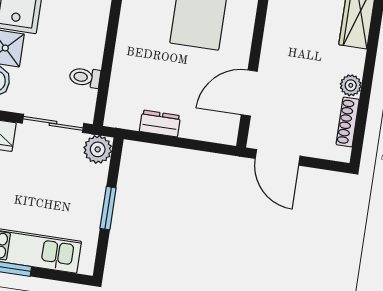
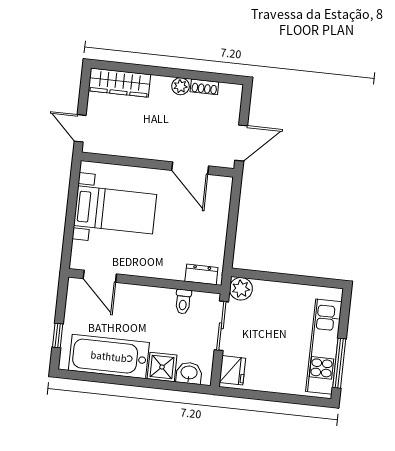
shoe rack: (348, 122) -> (204, 87), width x0.70
dresser: (160, 123) -> (201, 274), moved, turned 90
window: (108, 208) -> (288, 278), removed

